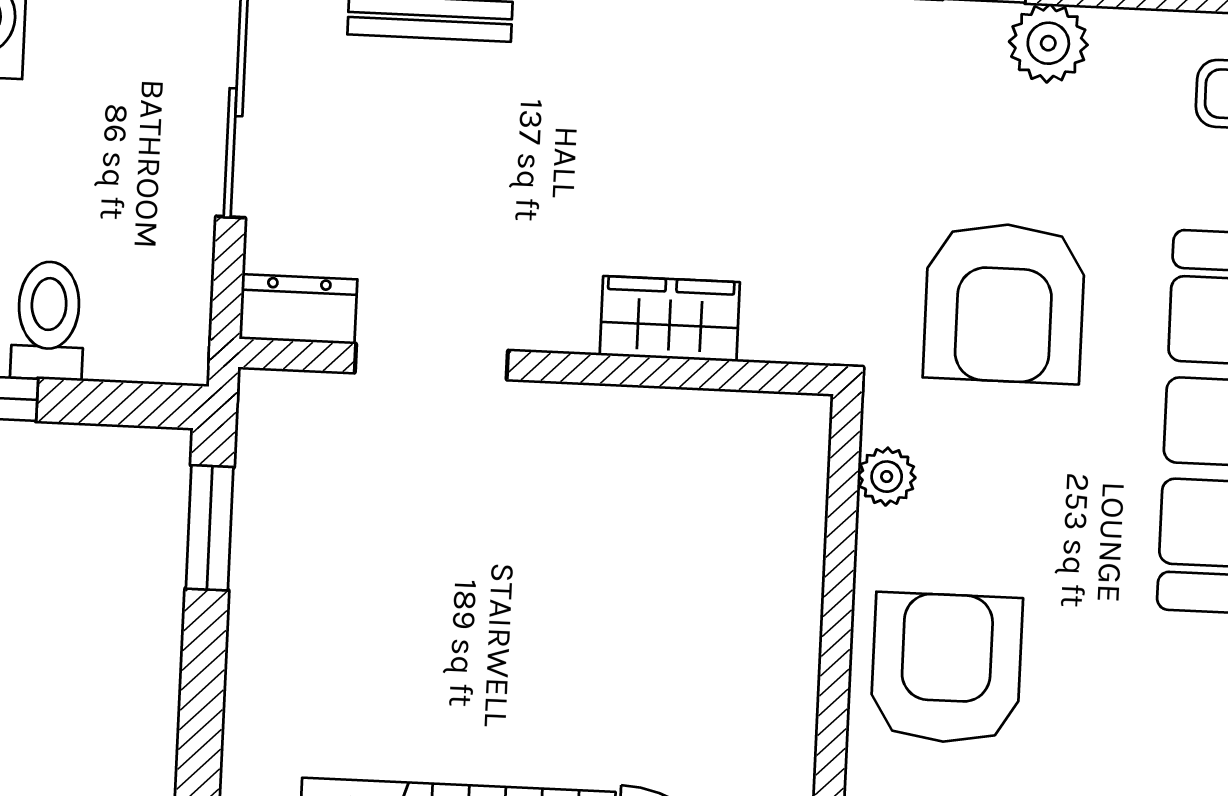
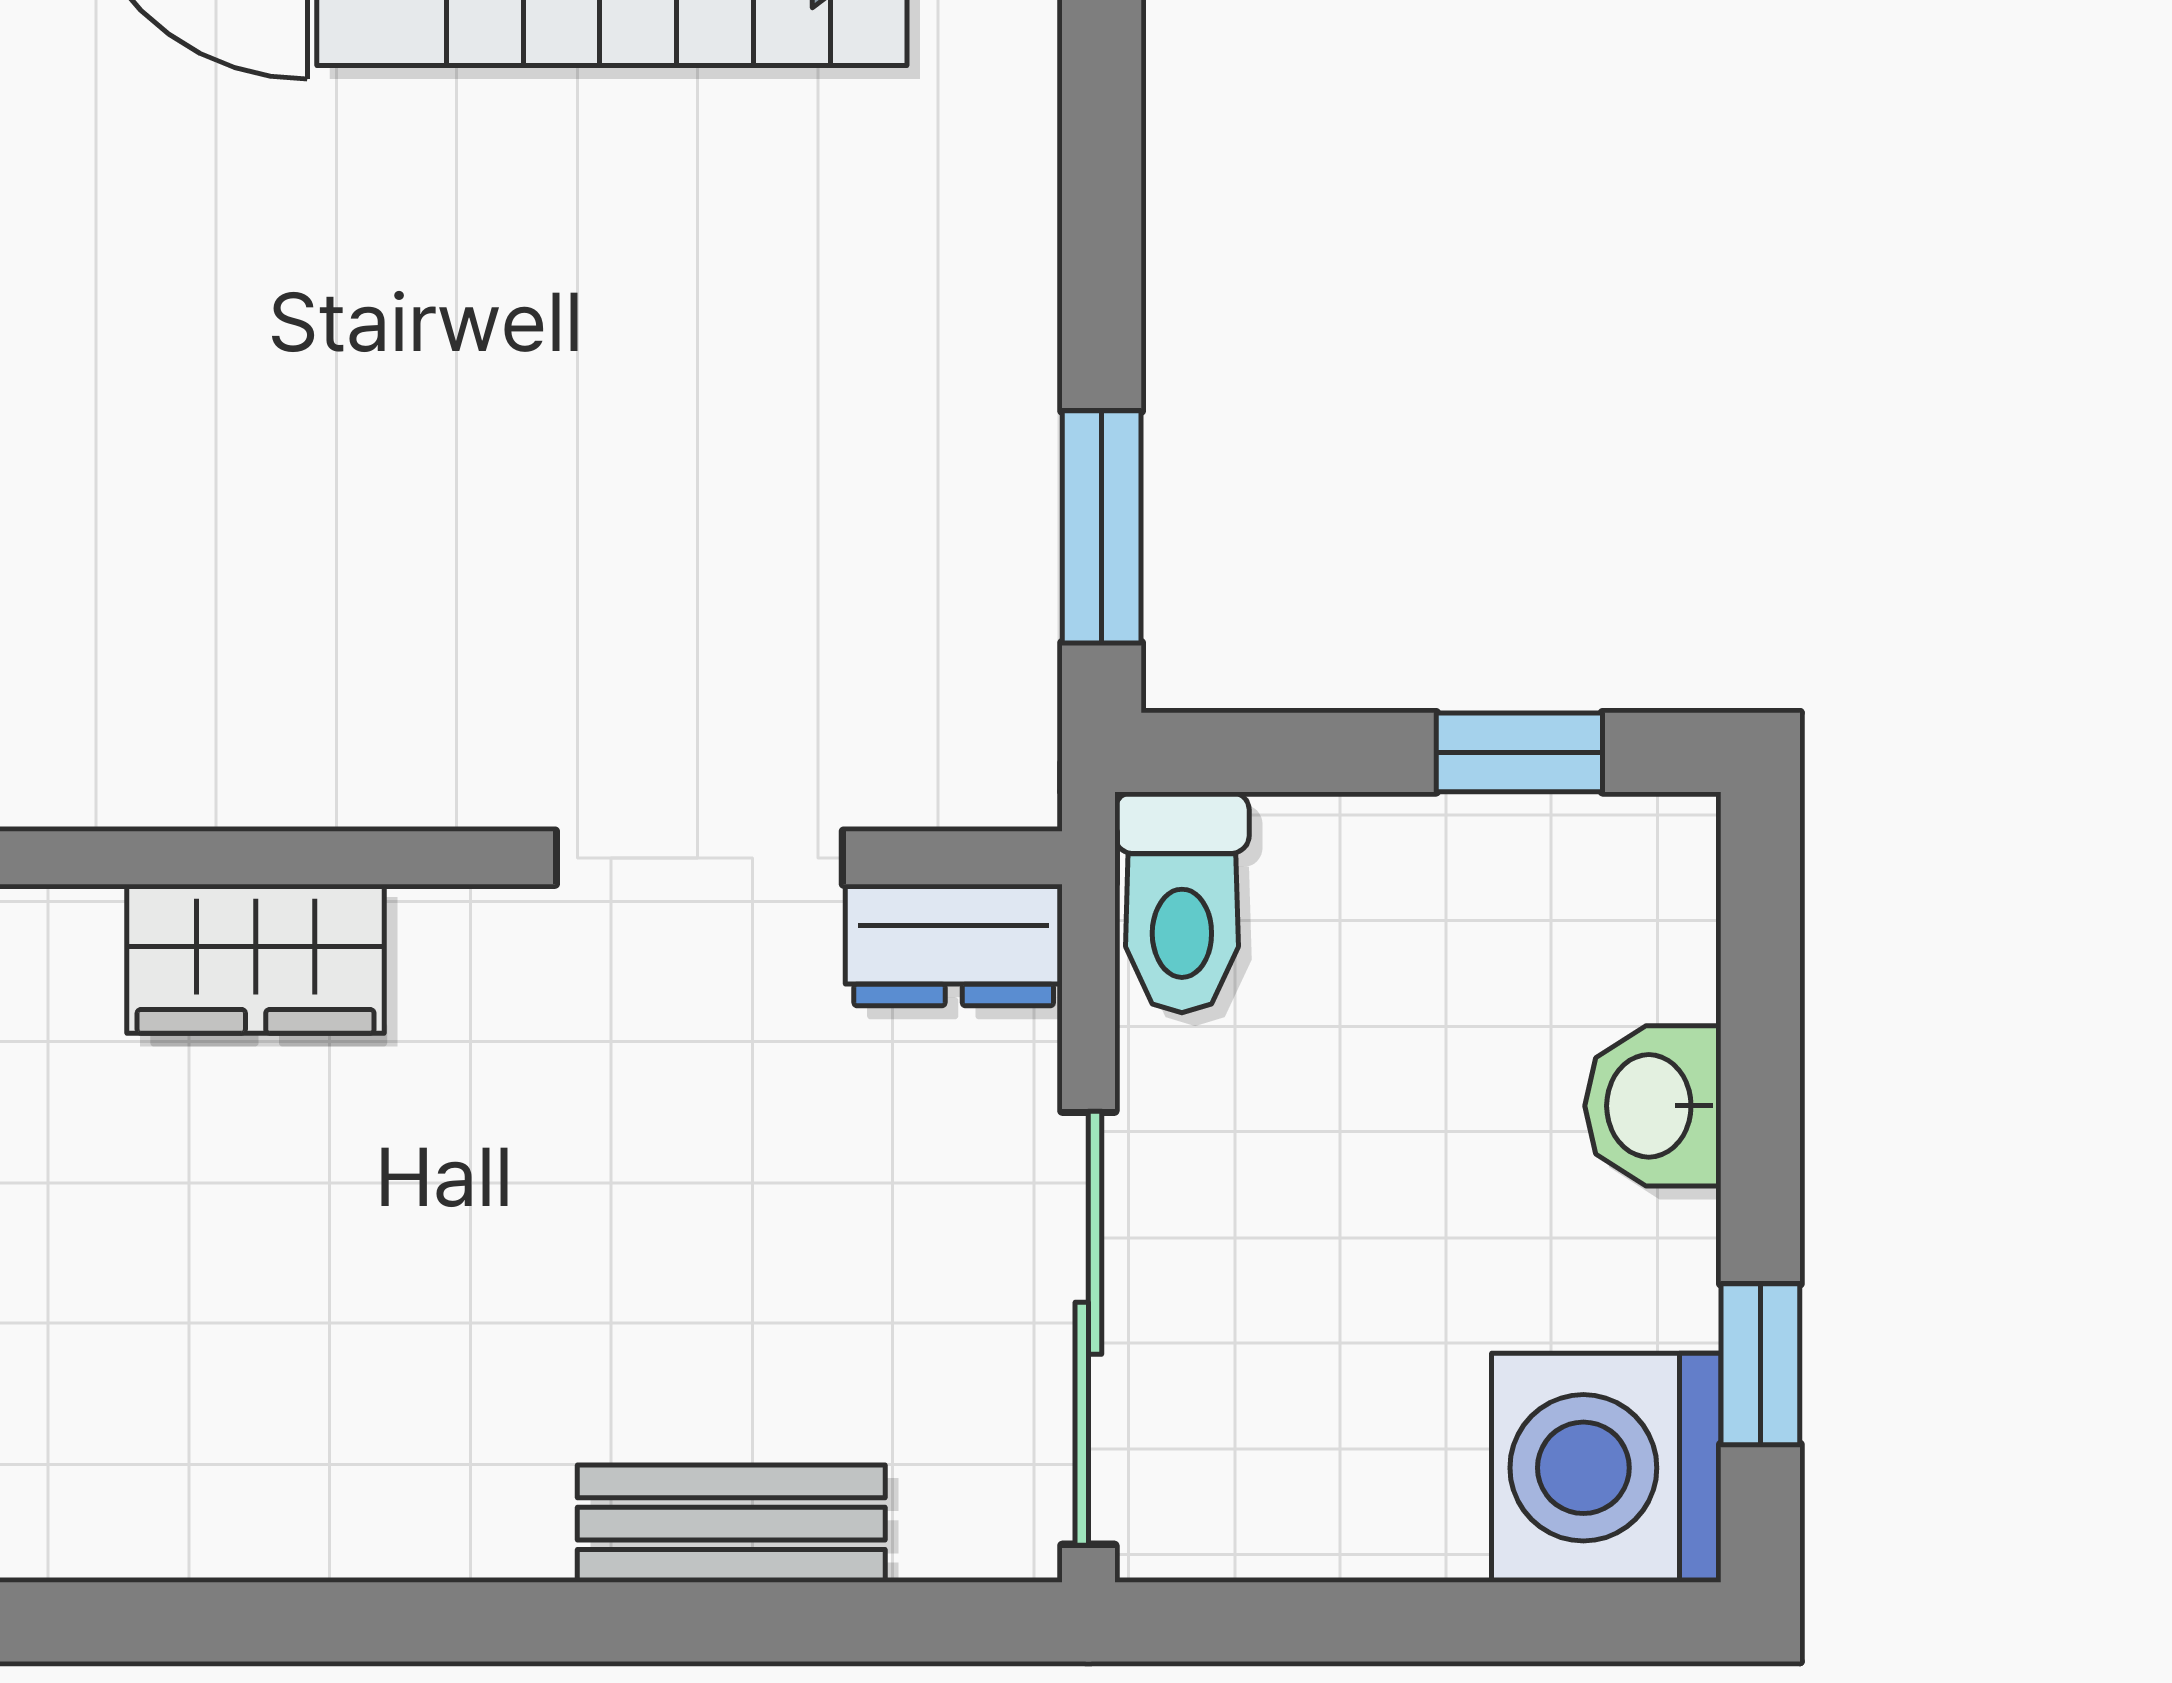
toilet: (48, 321) -> (1182, 902), moved

